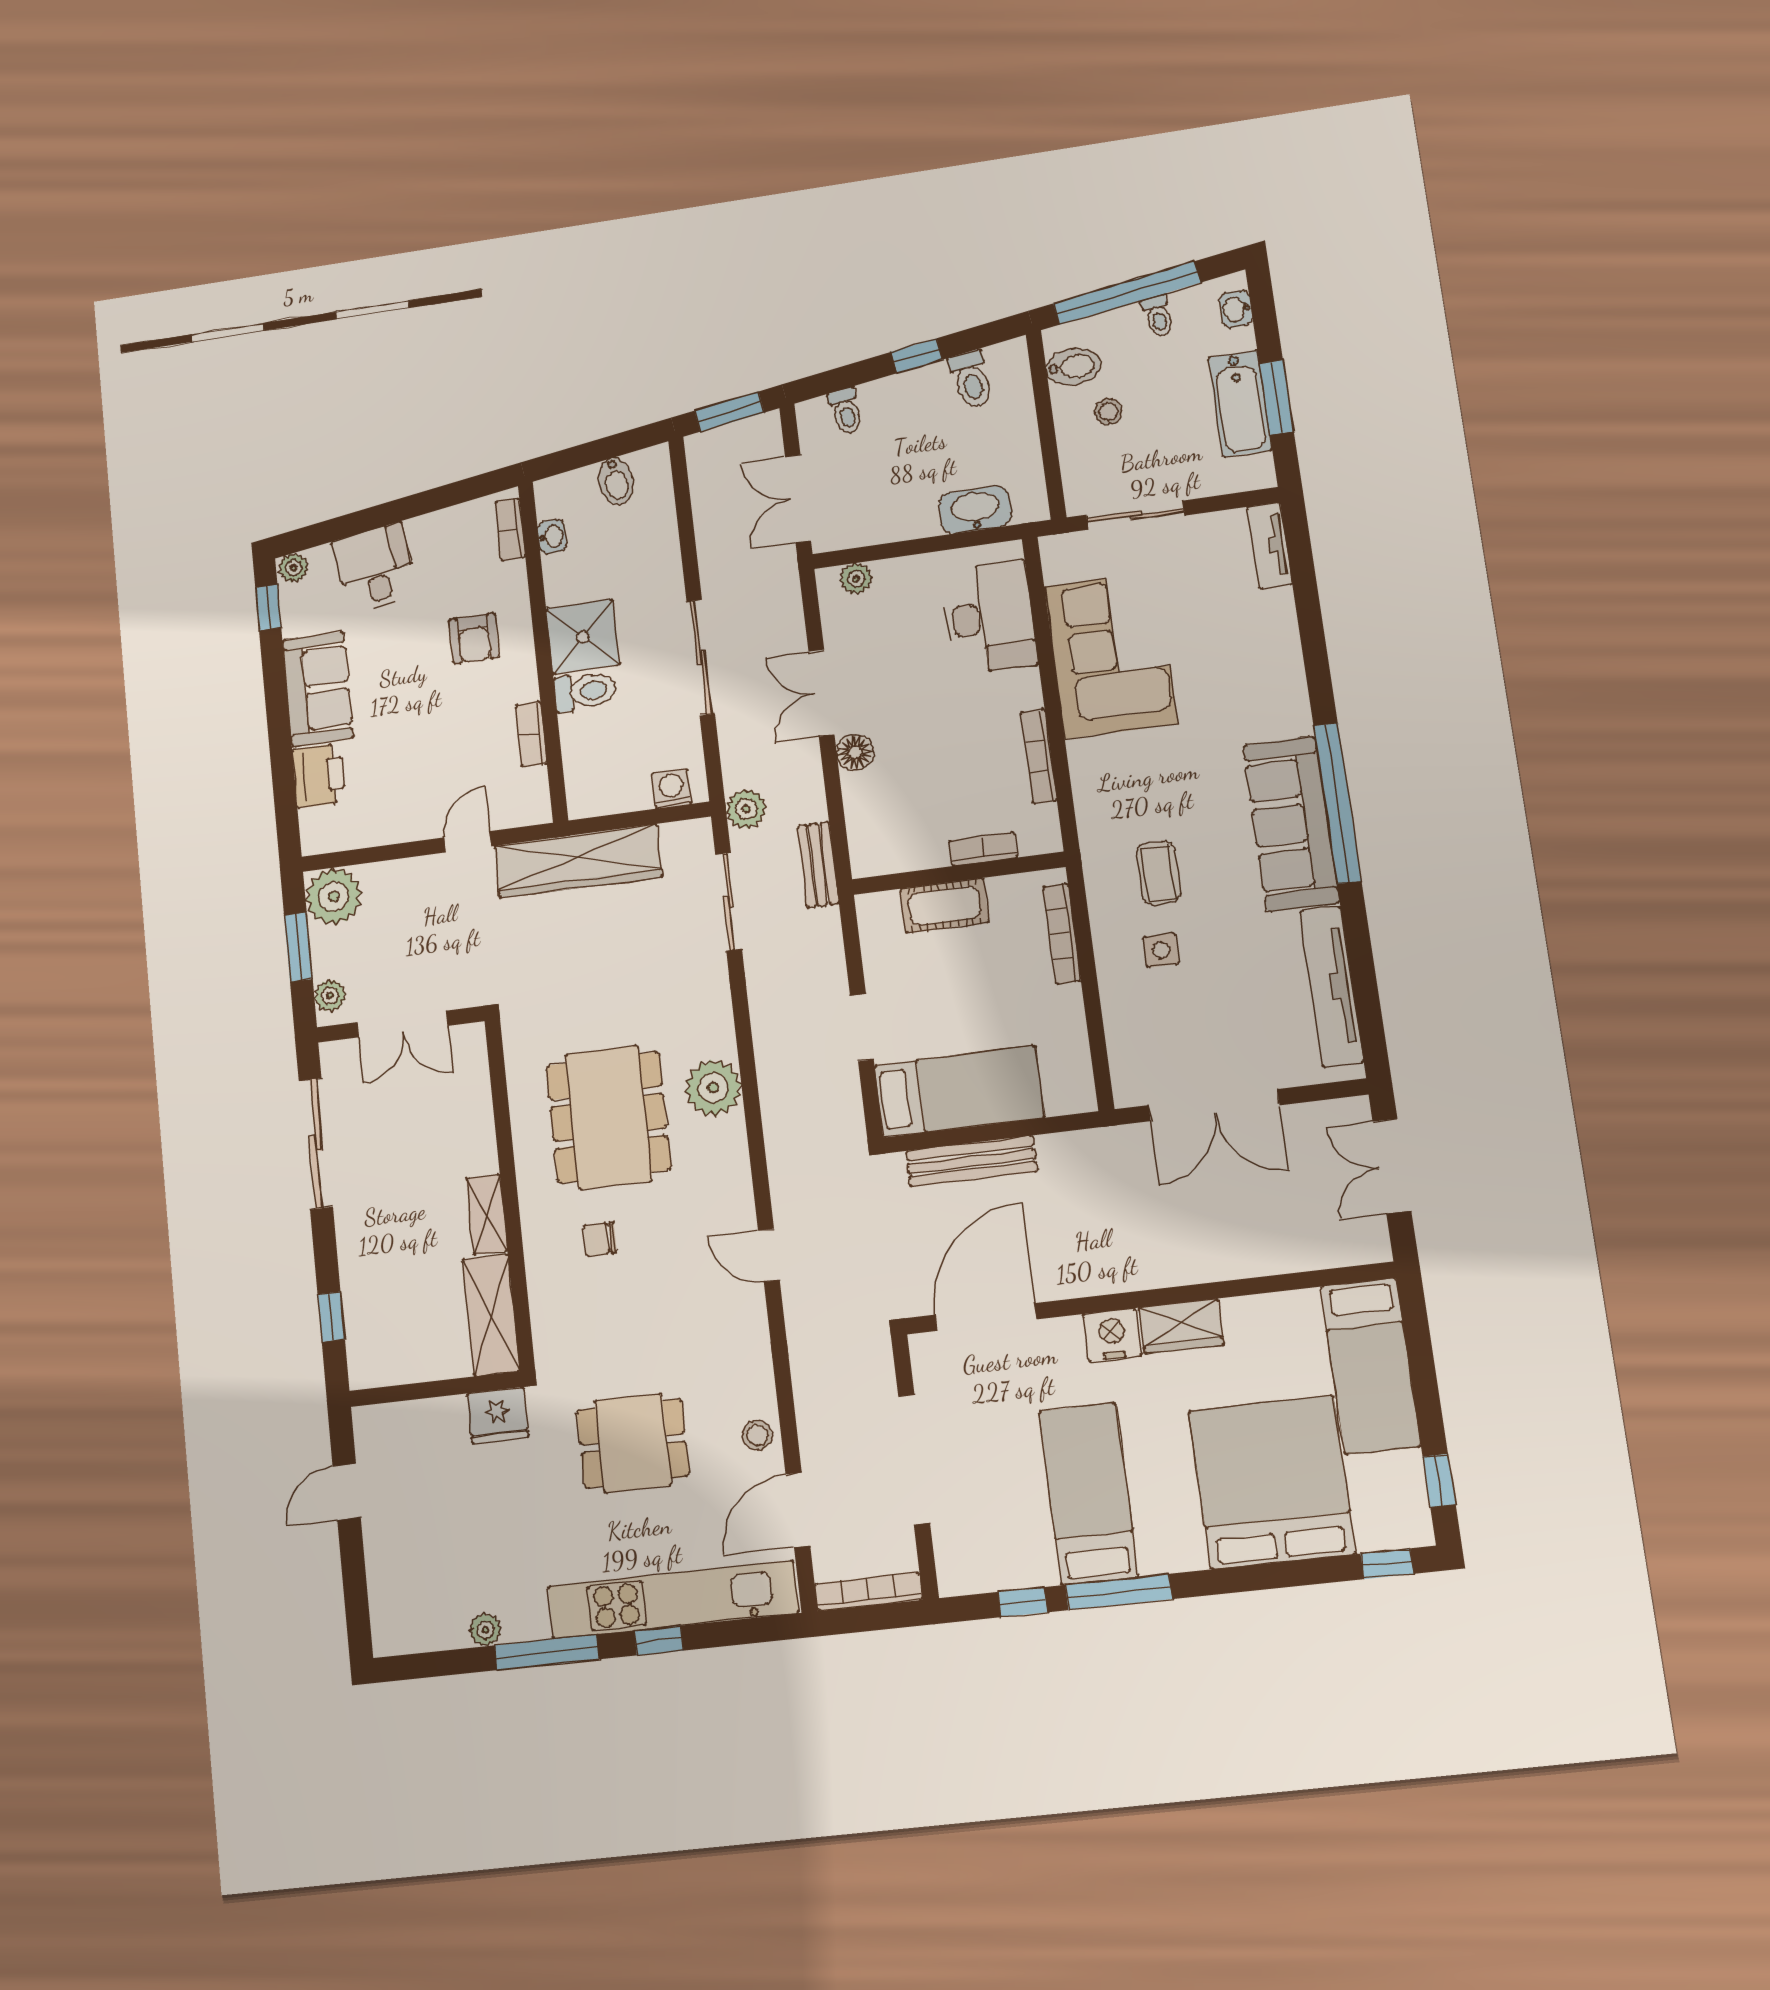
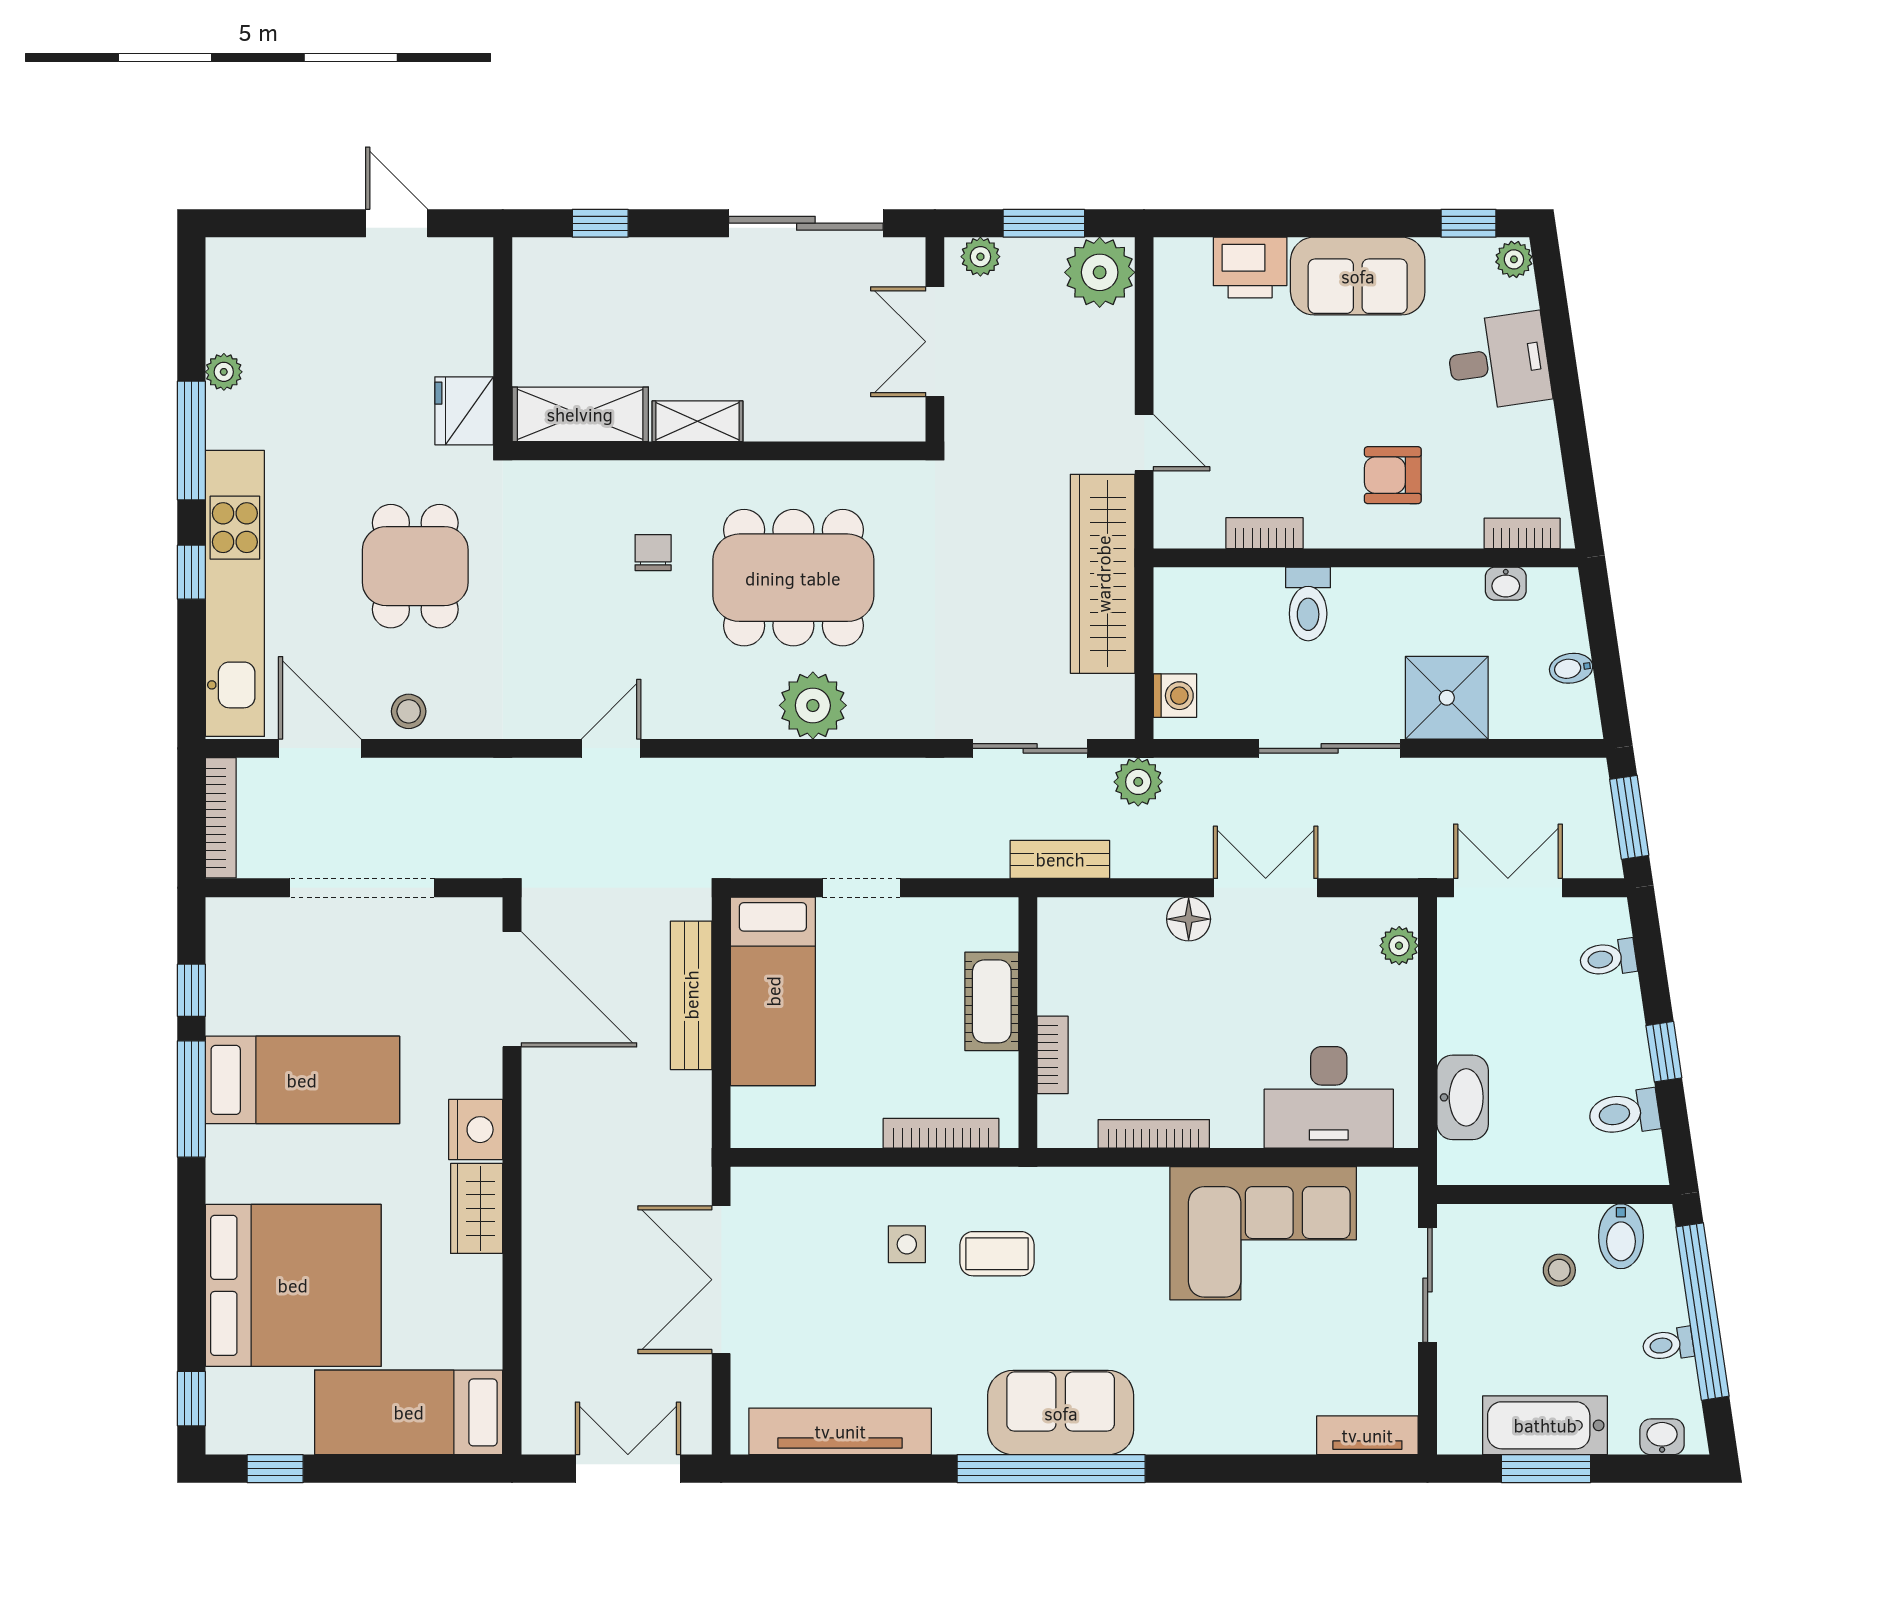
bidet: (616, 481) -> (1571, 668), width x0.72, depth x0.74
shower: (583, 637) -> (1447, 698), moved
sofa: (1291, 824) -> (1061, 1413), width x0.73

